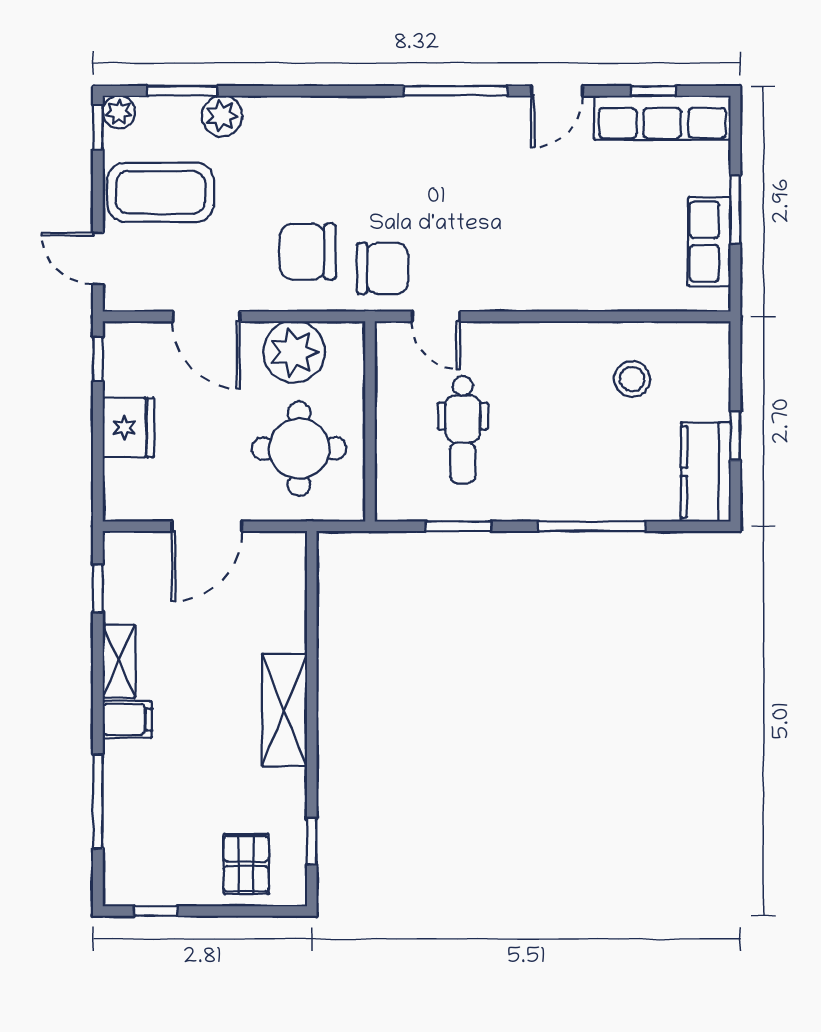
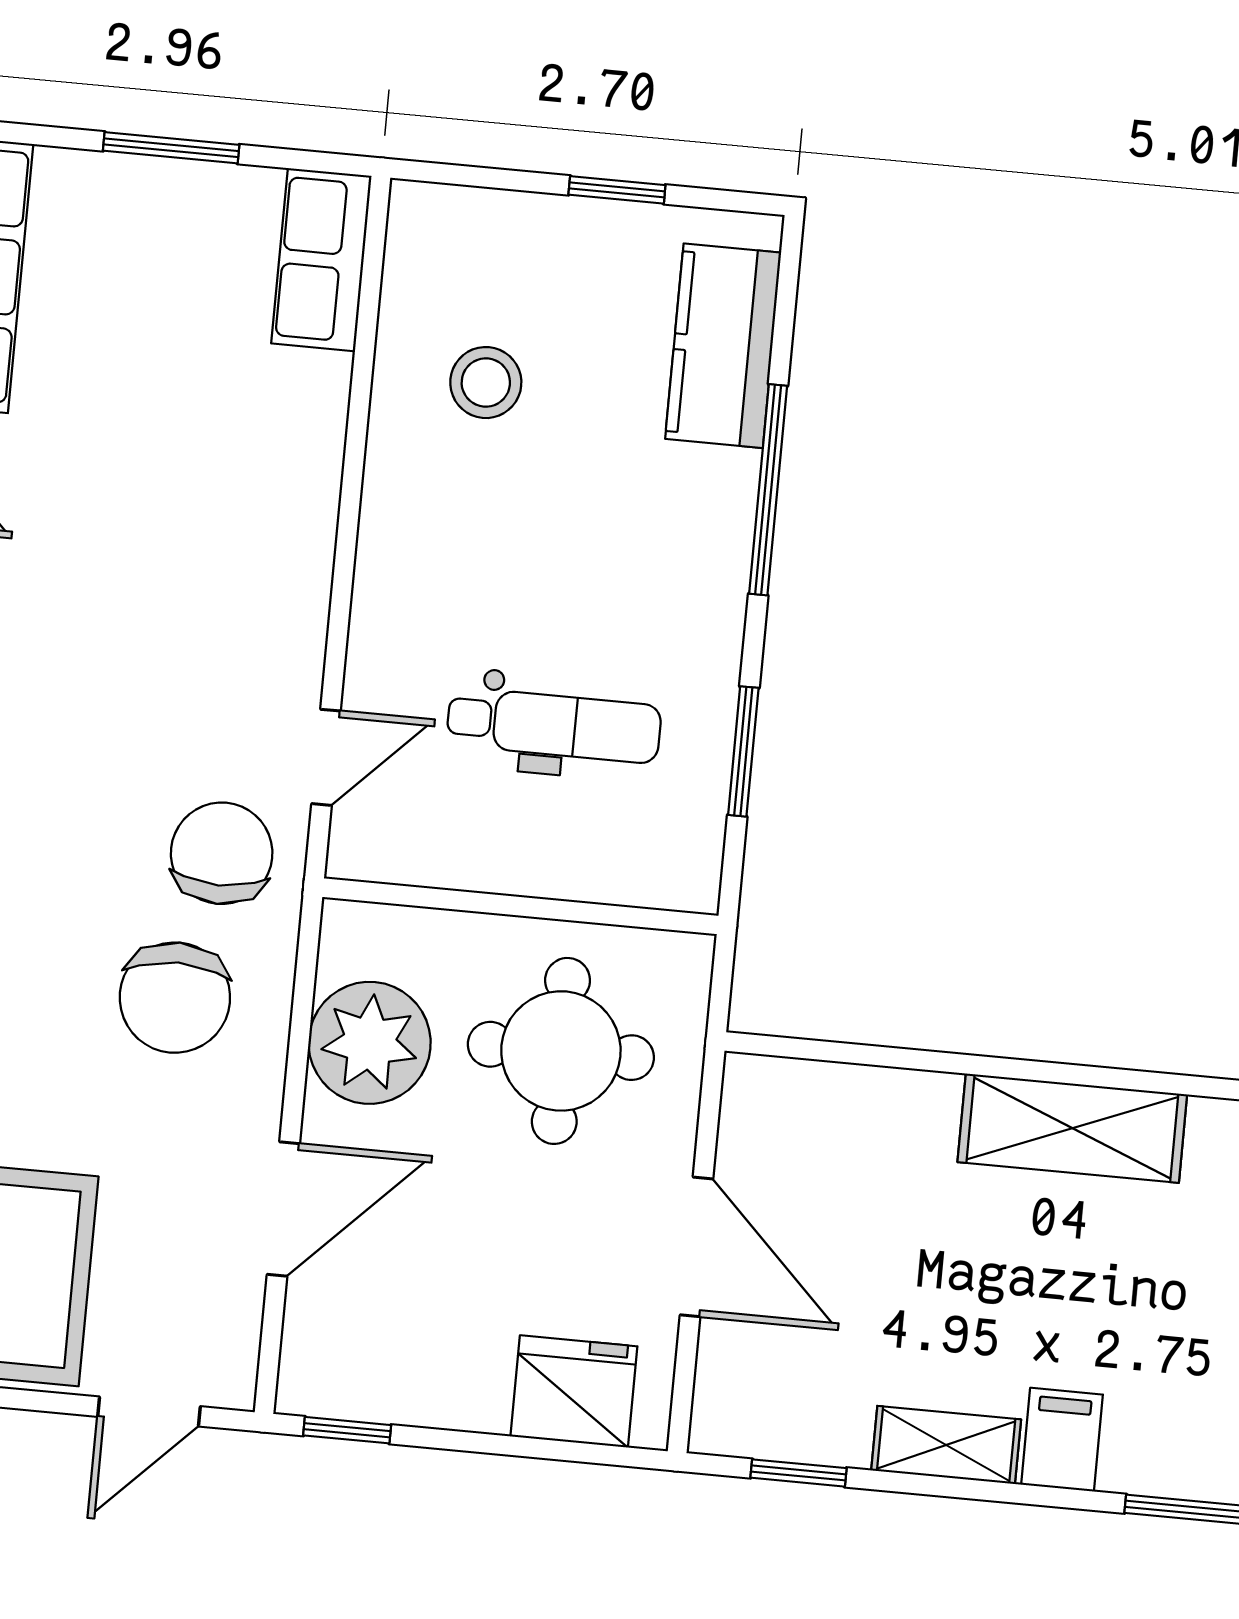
row of seats: (709, 242) -> (321, 260), moved, turned 90
fridge: (128, 428) -> (574, 1391), moved
kitchen counter: (706, 472) -> (723, 346), moved, turned 90

